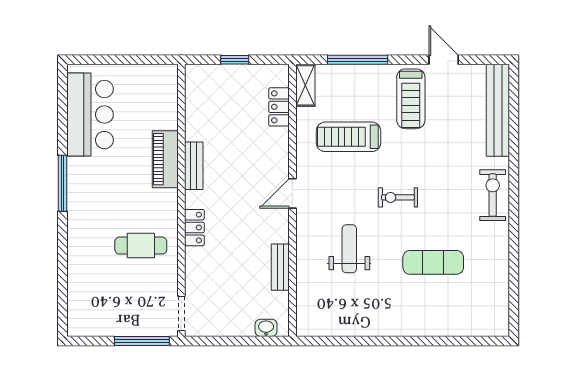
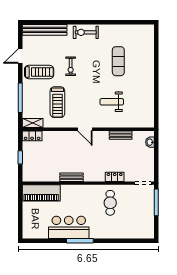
locker: (279, 107) -> (32, 136), moved
bar counter: (90, 115) -> (69, 227), moved
piano: (165, 159) -> (41, 193), moved, width x1.37, depth x1.33
exercise bike: (398, 197) -> (71, 66), moved
locker: (194, 228) -> (115, 177), moved

